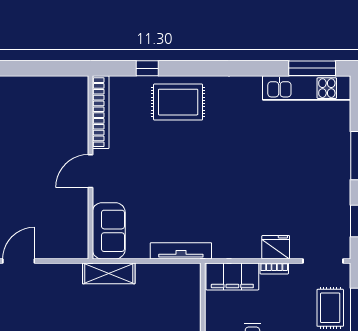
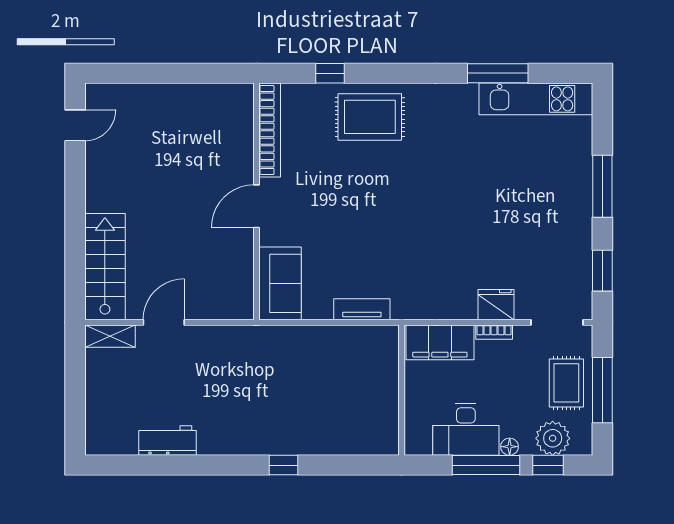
window: (312, 68) -> (498, 73), moved
tv unit: (181, 251) -> (362, 309), width x0.71
shelving: (109, 273) -> (280, 338), removed

